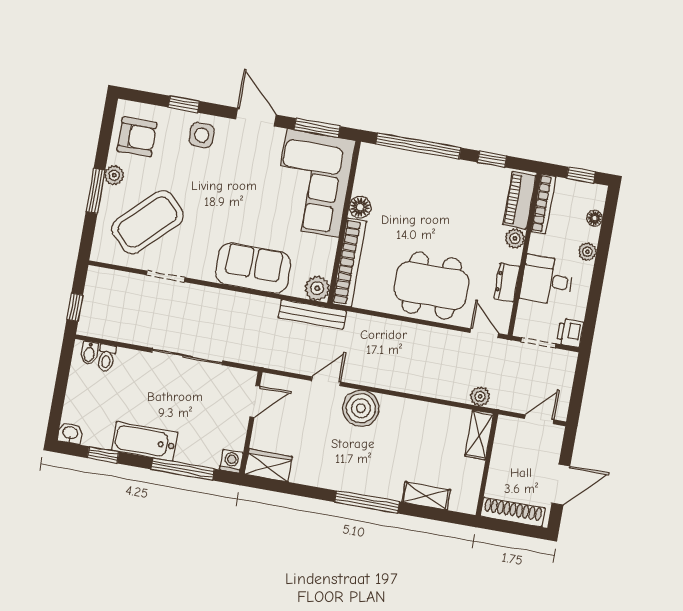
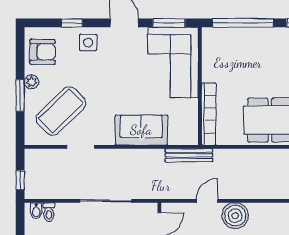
floor lamp: (360, 207) -> (209, 74), removed
plant: (317, 288) -> (189, 136), removed

